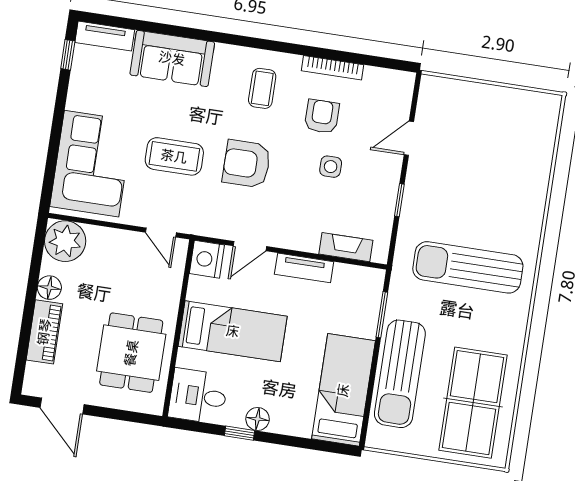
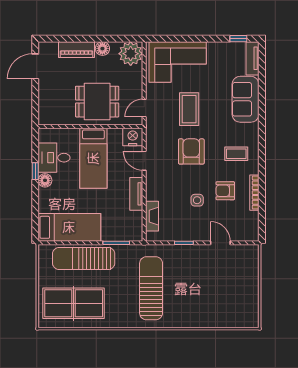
armchair: (322, 116) -> (225, 191), turned 180
dining table: (131, 353) -> (97, 102), moved
desk: (198, 396) -> (54, 158), moved, turned -90

